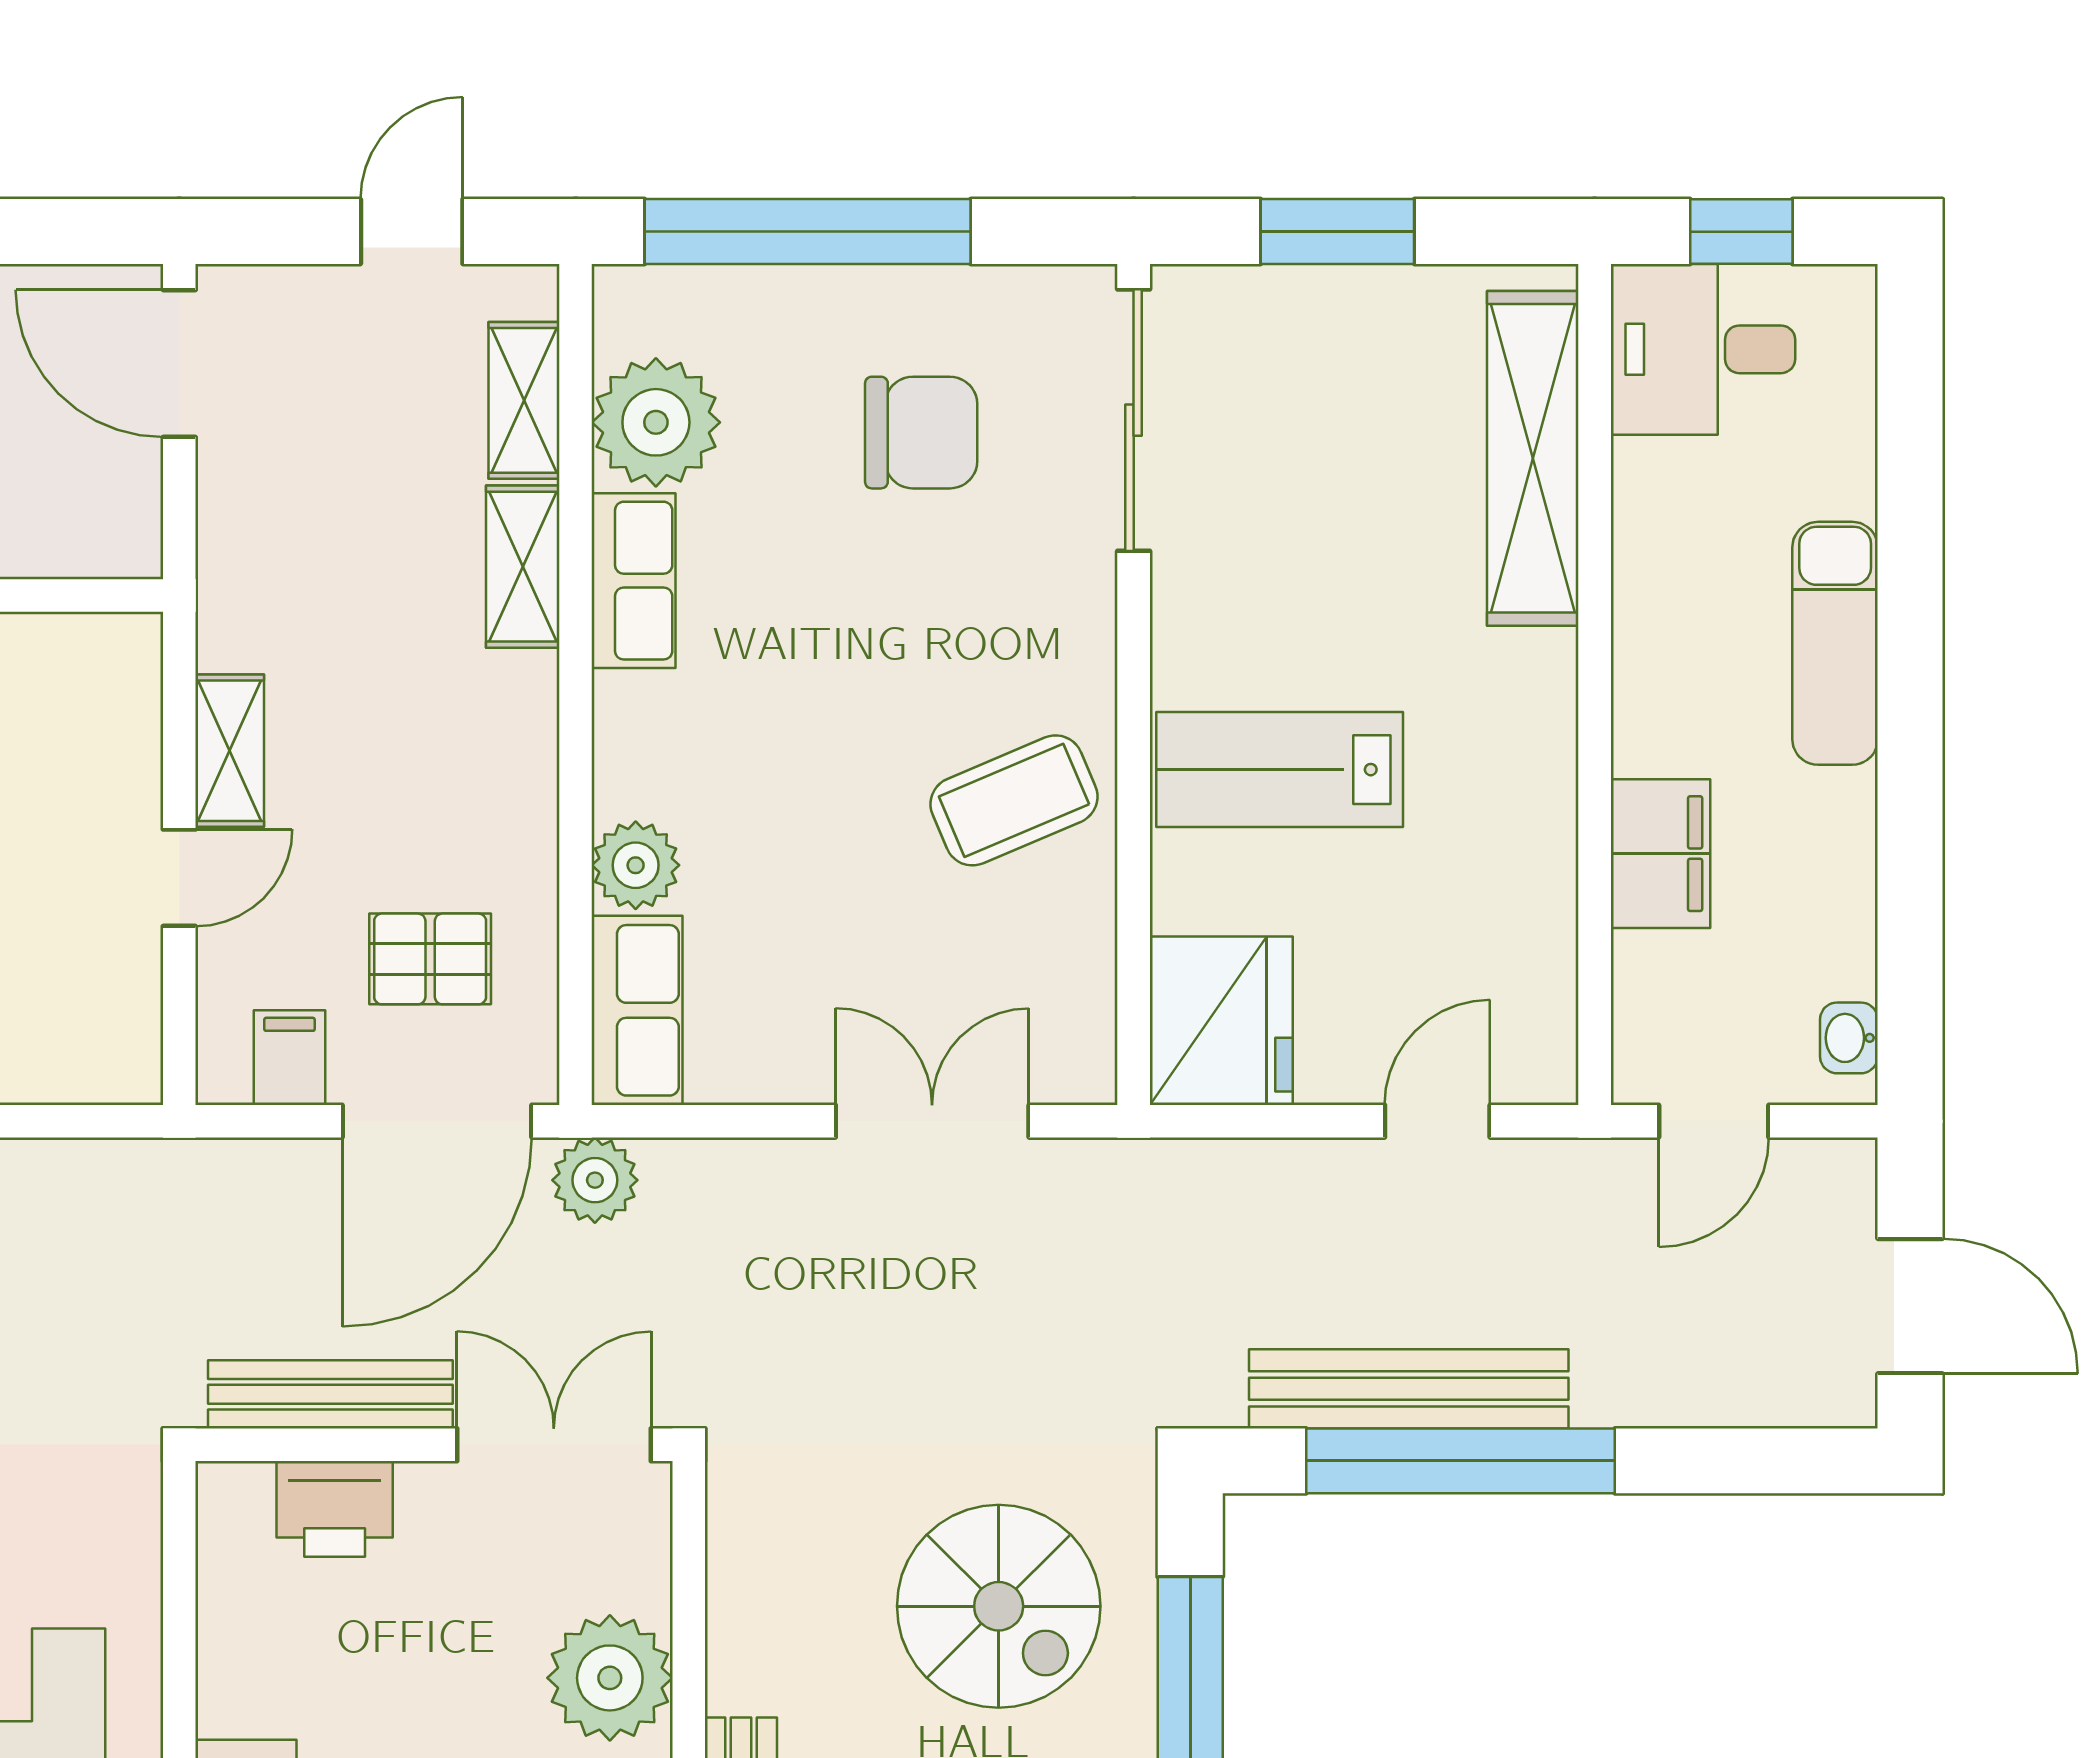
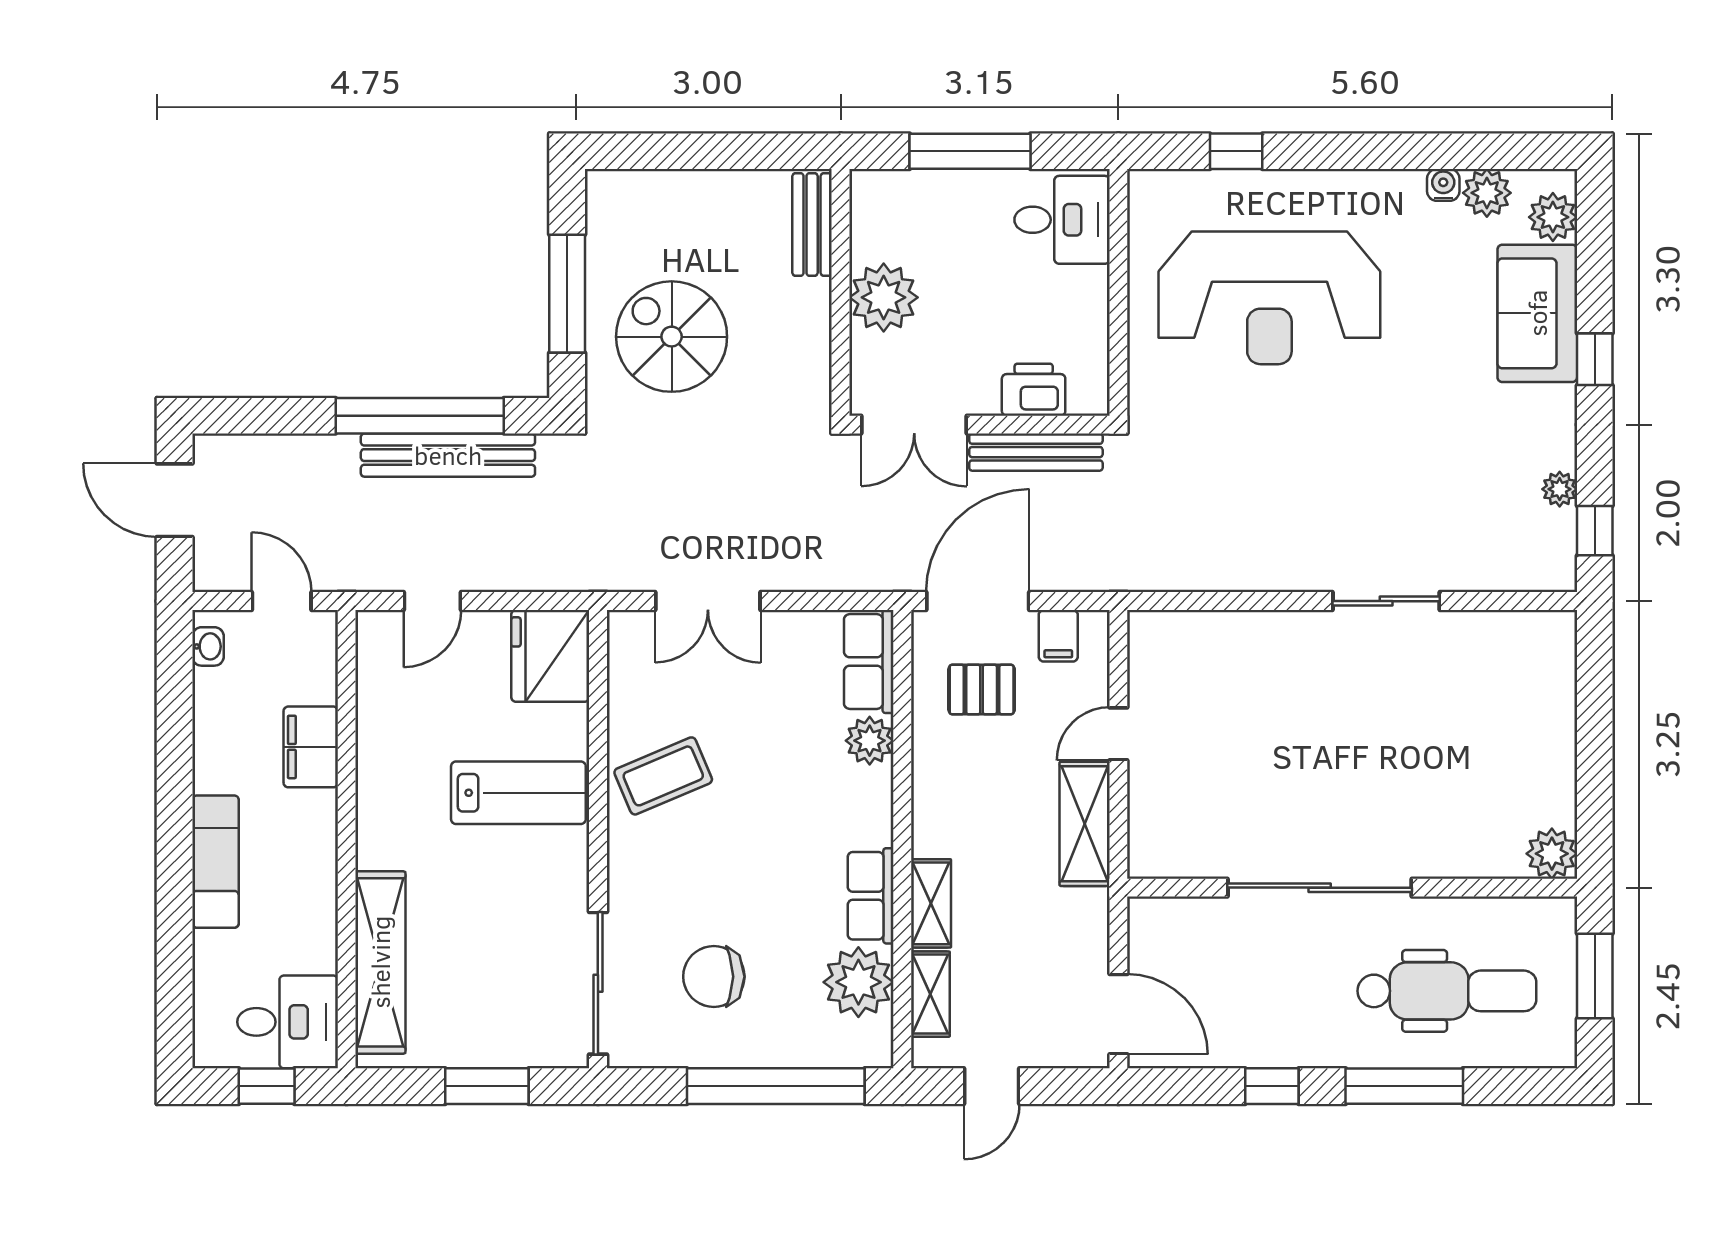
shelving: (230, 751) -> (1085, 824), width x1.50, depth x1.33
door: (1714, 1121) -> (282, 601), hinge flipped
plant: (595, 1180) -> (892, 569), removed

